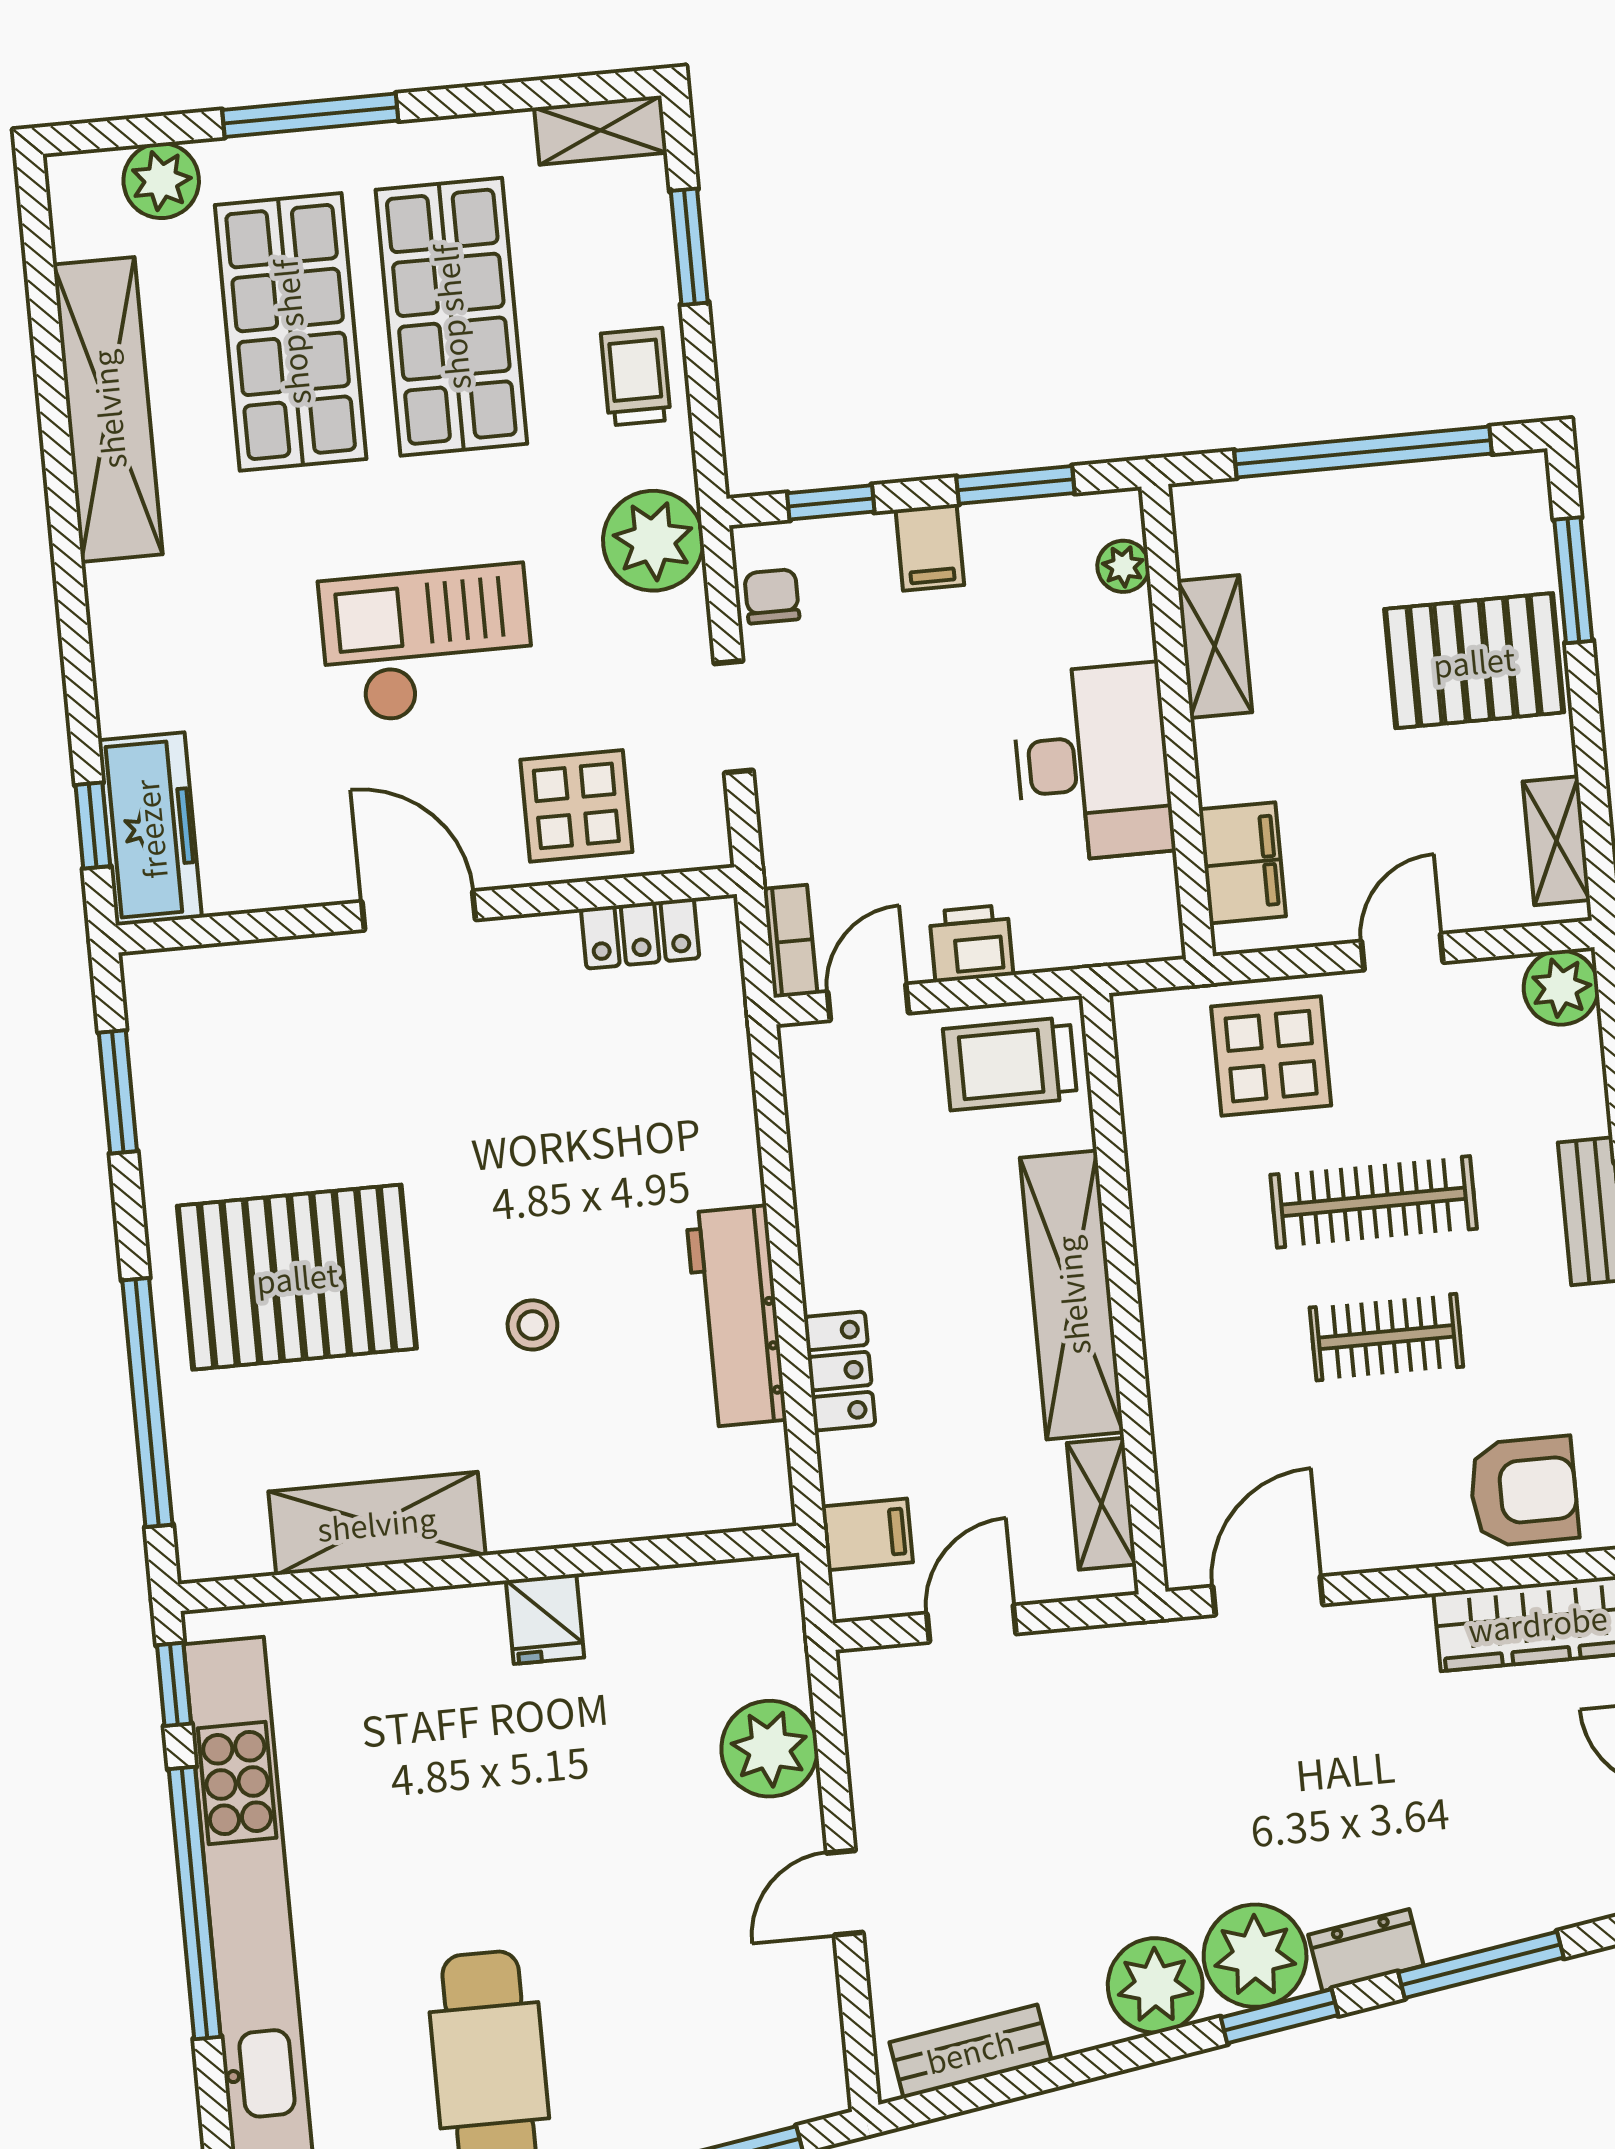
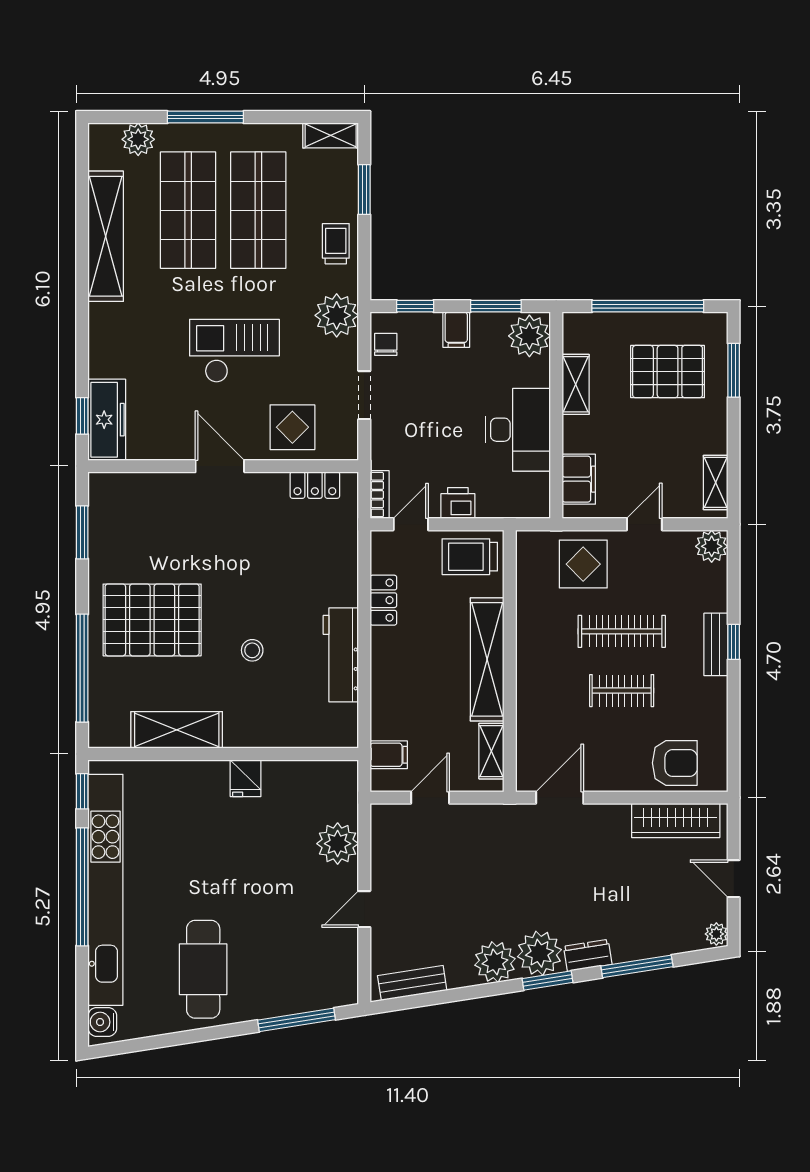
plant: (1123, 566) -> (529, 336), width x1.87, depth x1.87
pallet: (1474, 661) -> (668, 372), moved
locker: (840, 1371) -> (383, 600), moved

